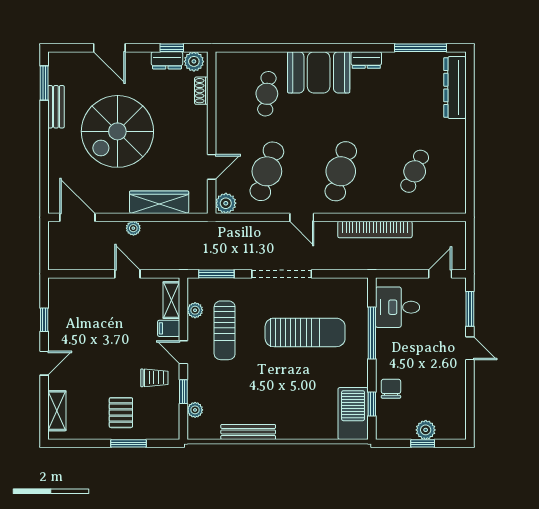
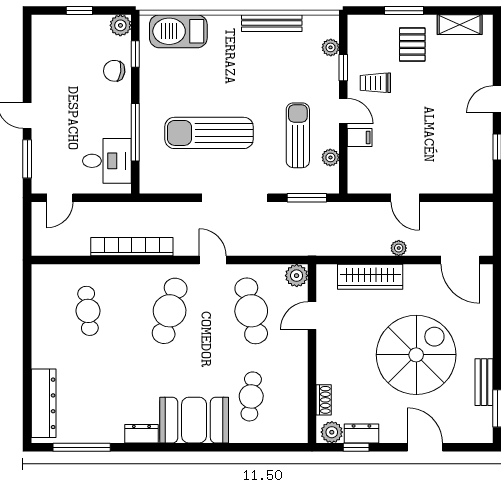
cafe table: (267, 171) -> (251, 311), turned -30
cafe table: (415, 171) -> (88, 311), turned -30
shelving: (171, 300) -> (357, 169), removed
chair: (391, 389) -> (114, 71), turned 98
shelving: (57, 411) -> (460, 25), moved, turned 90
barbecue: (353, 414) -> (178, 31), moved, turned 90
plant: (426, 430) -> (120, 25), moved

